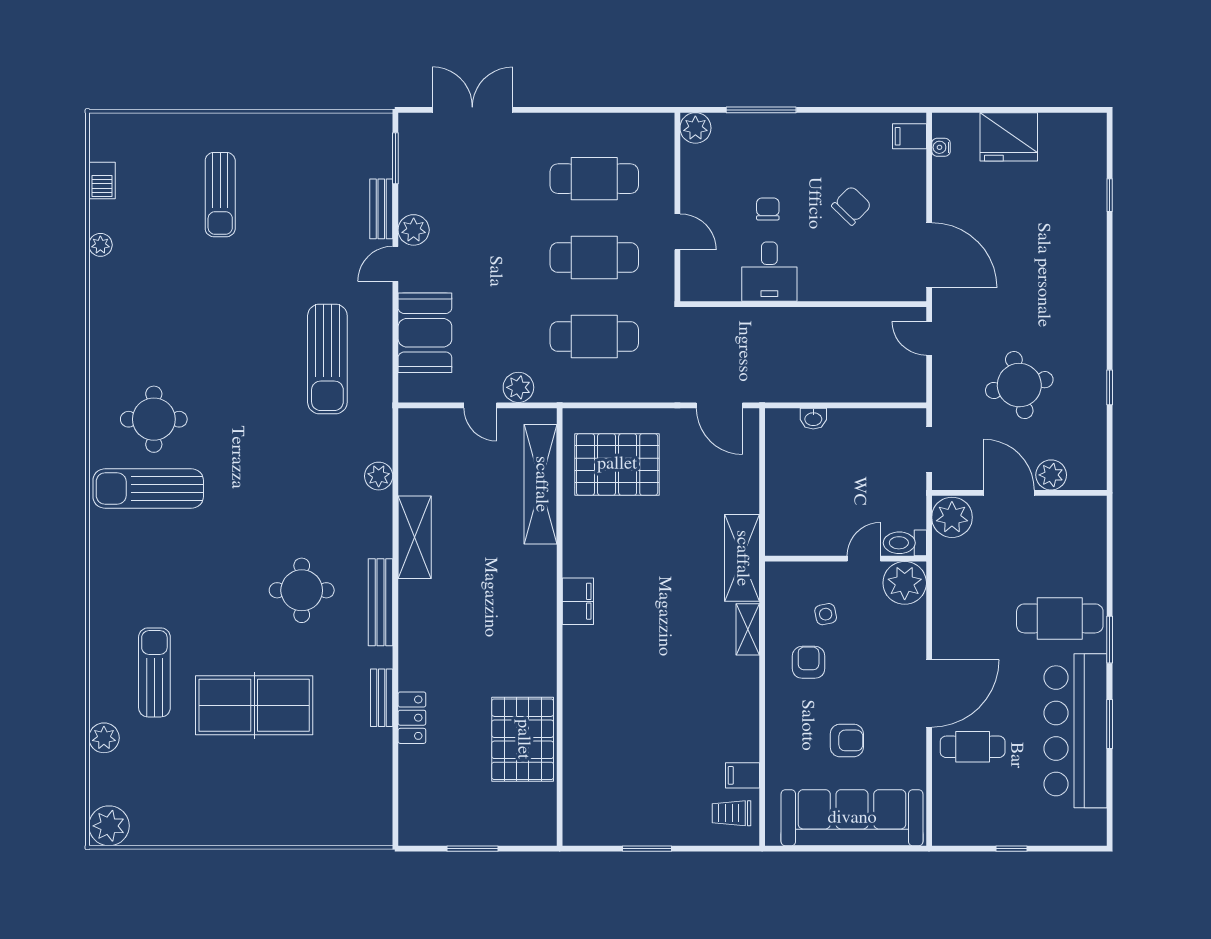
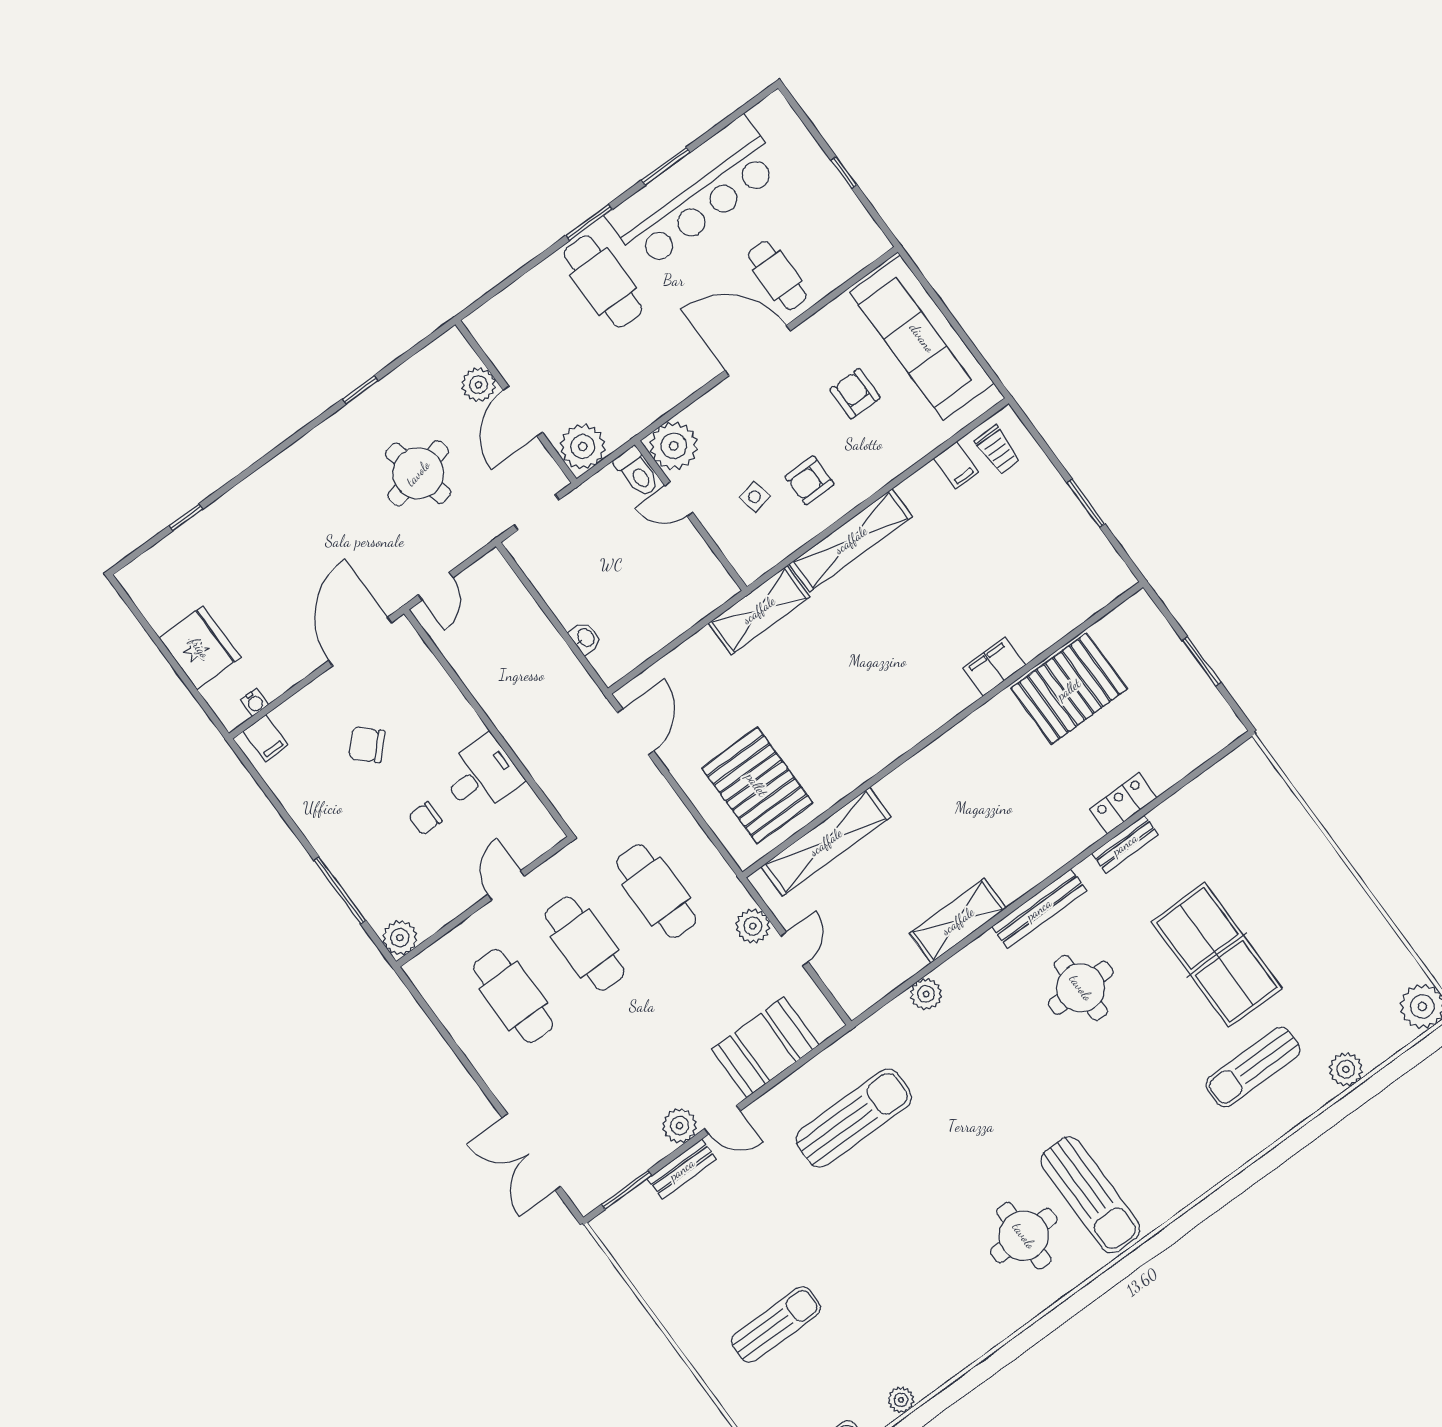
filing cabinet: (578, 601) -> (994, 667), moved
shelving: (748, 629) -> (851, 540), width x2.20, depth x1.33

